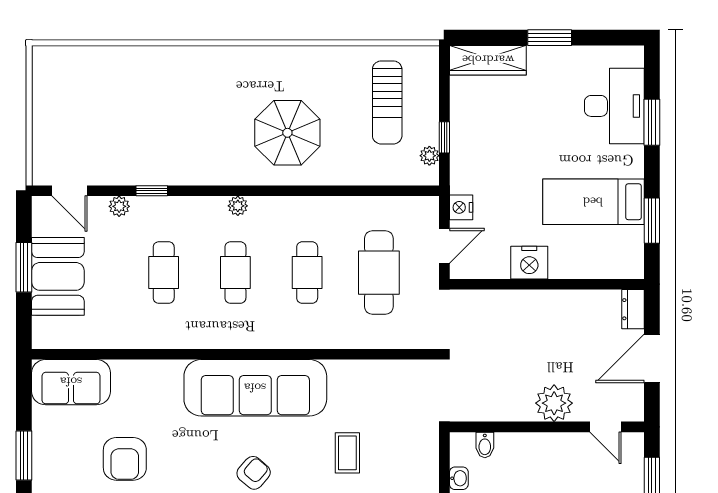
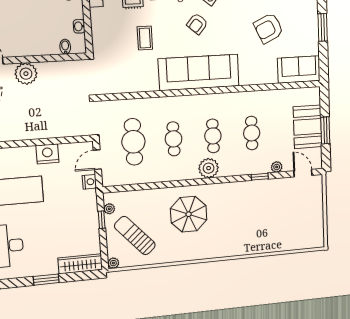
plant: (429, 55) -> (113, 263), added
sun lounger: (387, 102) -> (135, 236), turned -42
plant: (238, 206) -> (209, 168), width x1.87, depth x1.87
armchair: (125, 459) -> (269, 28), turned -115

